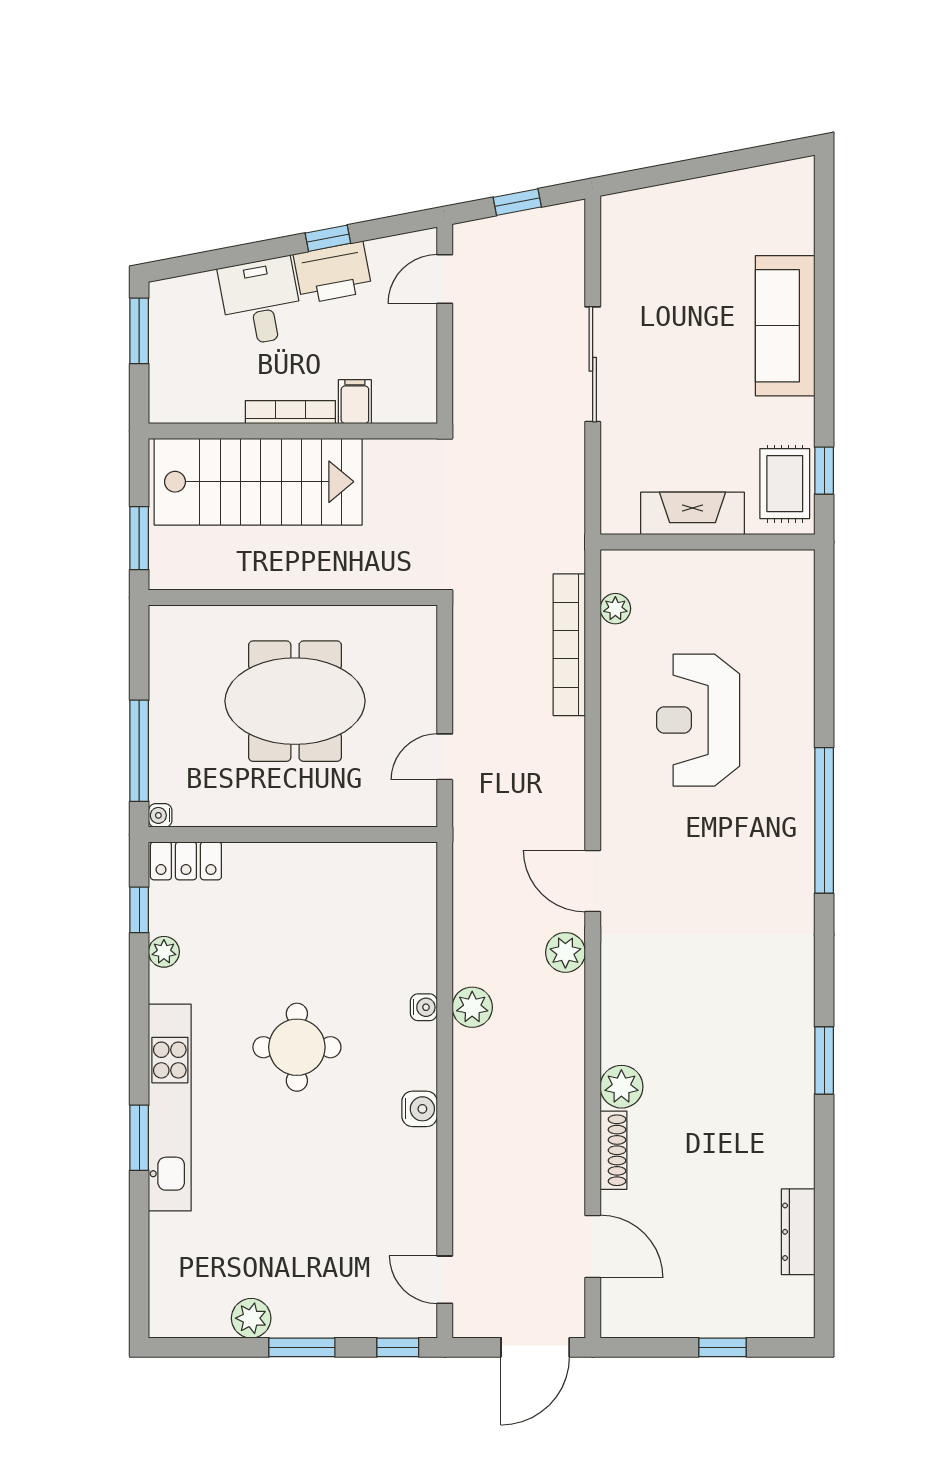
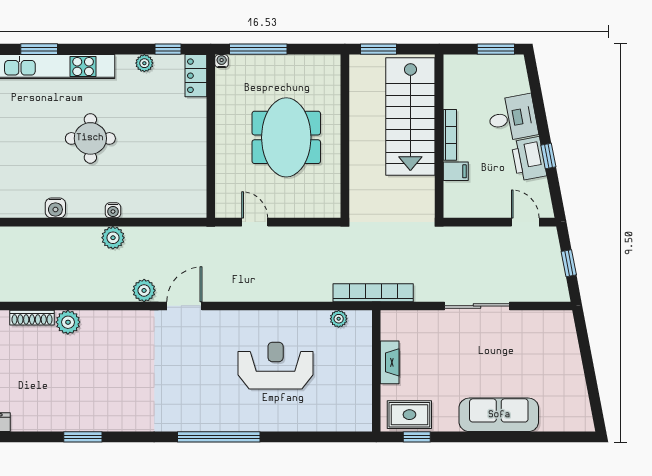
fireplace: (692, 513) -> (390, 362), width x0.73, depth x0.76
bookcase: (569, 645) -> (373, 293), moved

